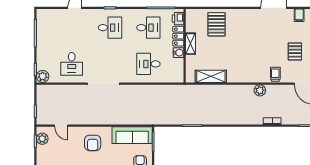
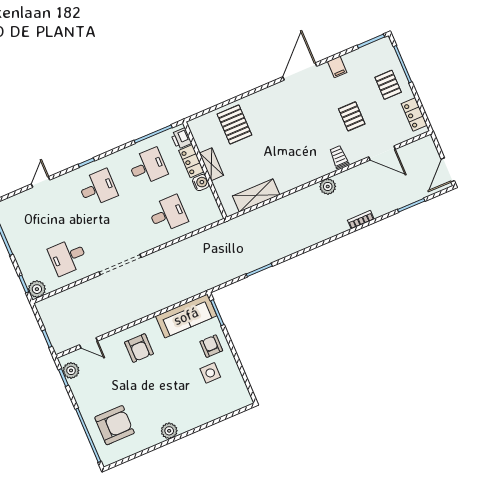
desk: (72, 64) -> (68, 257), turned 90
desk: (148, 64) -> (168, 214), turned 180

